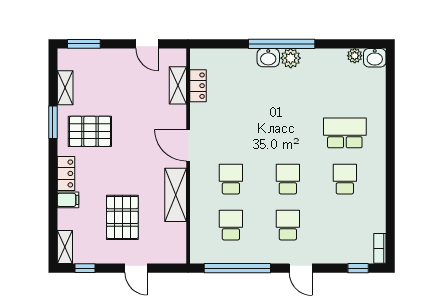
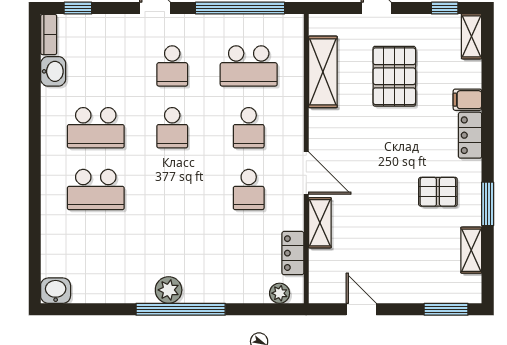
plant: (355, 56) -> (280, 293), moved
washbasin: (268, 58) -> (53, 71), moved, turned 90
shelving: (178, 85) -> (320, 223), moved
pallet: (90, 131) -> (438, 192), width x0.67, depth x0.71
school desk: (231, 133) -> (249, 190), added
school desk: (345, 179) -> (96, 128), width x1.85
shelving: (176, 195) -> (323, 72), moved
school desk: (231, 225) -> (249, 66), width x1.85

